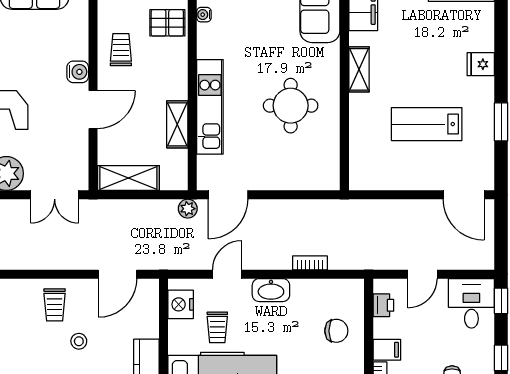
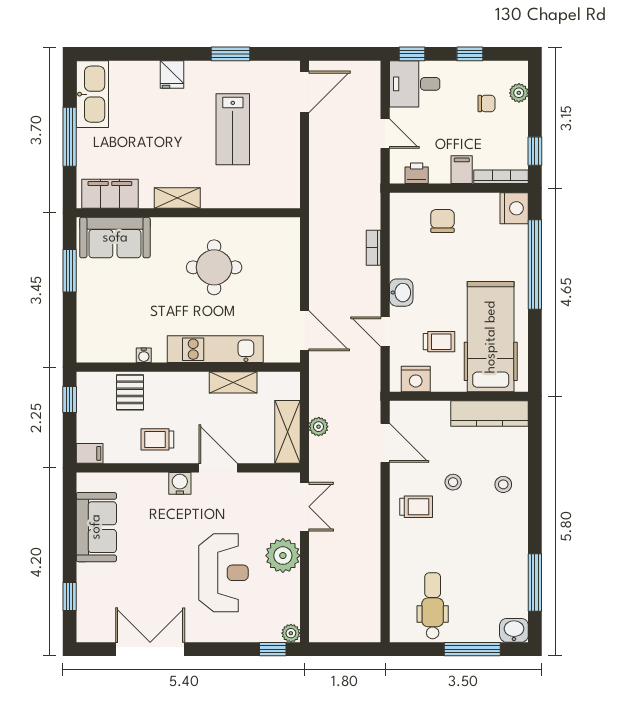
water cooler: (204, 15) -> (144, 355), moved
plant: (188, 209) -> (319, 427), moved
washbasin: (271, 290) -> (401, 293), width x0.72

